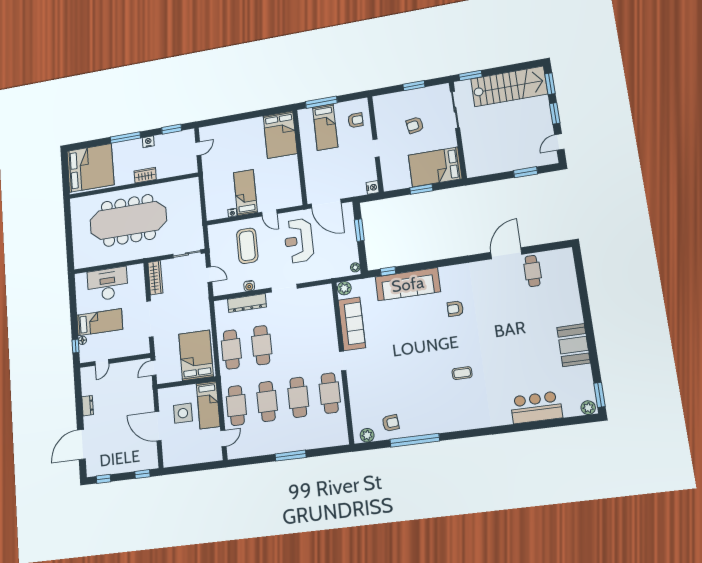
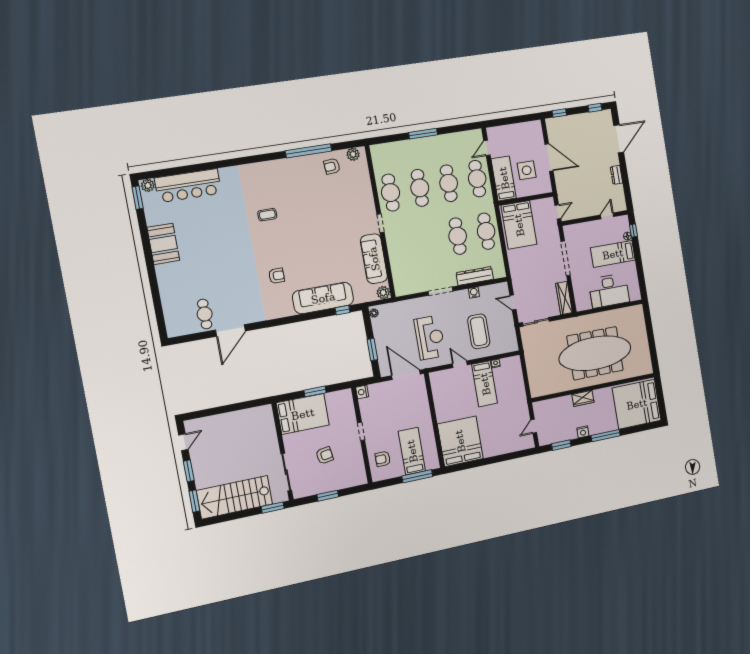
bed: (280, 135) -> (460, 441), width x1.36
window: (526, 172) -> (215, 411), removed
bar counter: (536, 407) -> (188, 186), width x1.36

